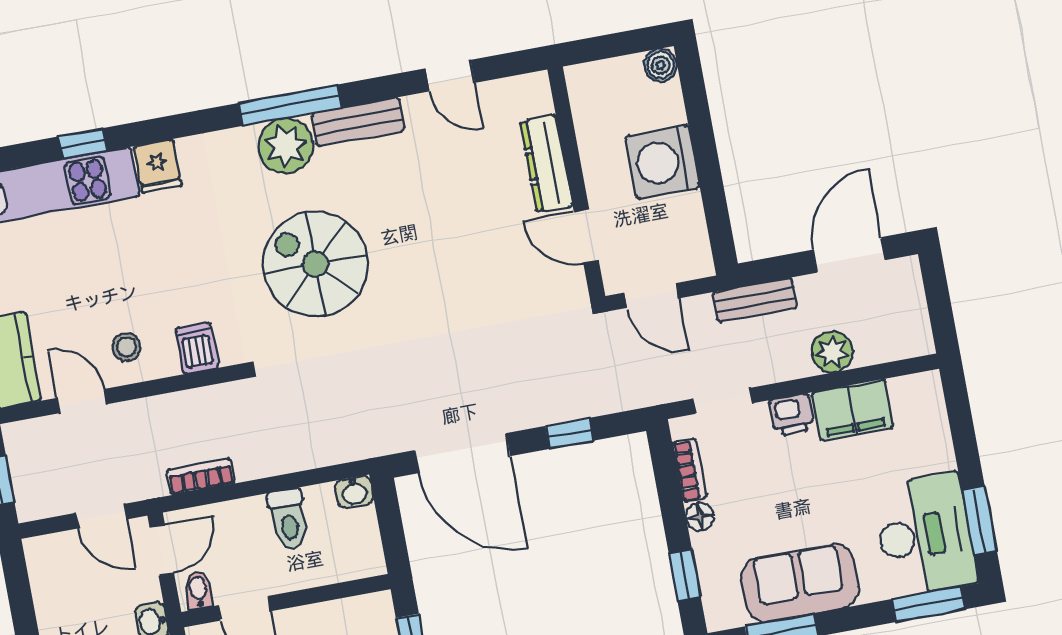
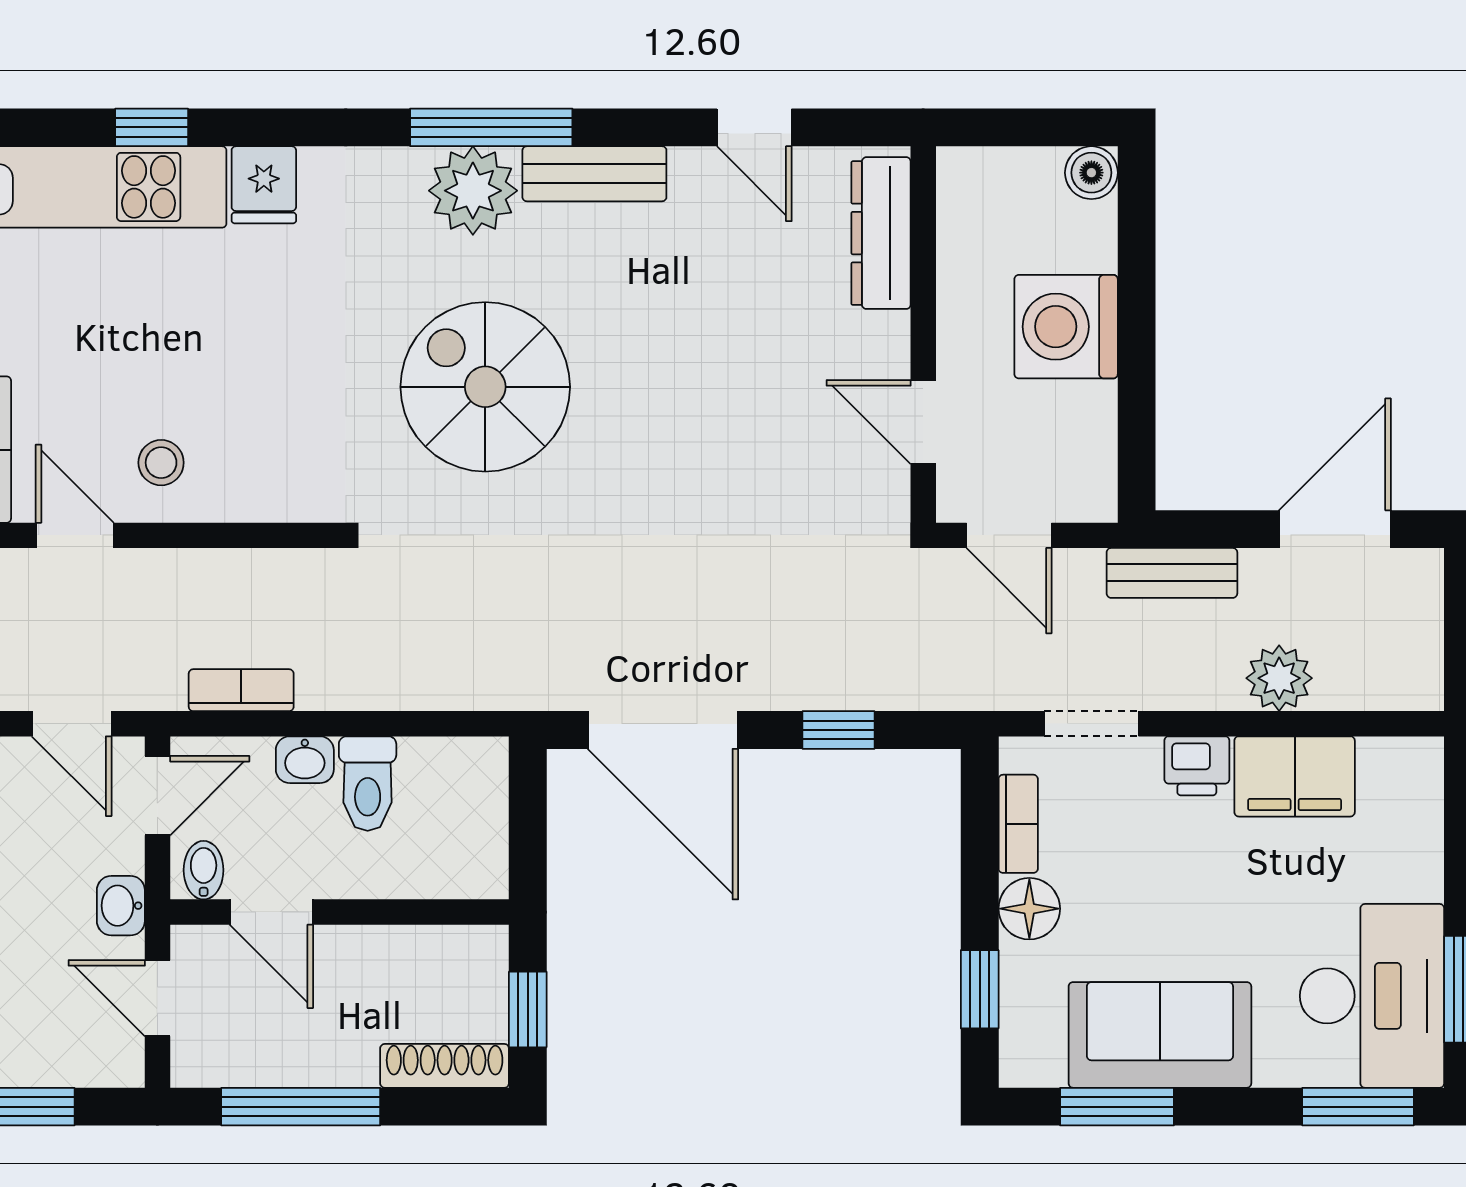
dresser: (546, 164) -> (881, 233), moved
dishwasher: (197, 348) -> (272, 485), removed
washbasin: (354, 492) -> (305, 760), moved
floor lamp: (700, 517) -> (1029, 909), width x1.37, depth x1.37

